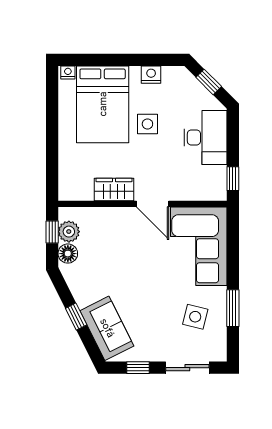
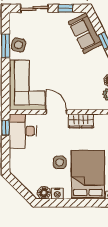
floor lamp: (172, 76) -> (44, 193), added
window: (209, 82) -> (21, 189), removed
desk: (205, 137) -> (23, 131), moved
side table: (195, 317) -> (19, 45), moved

